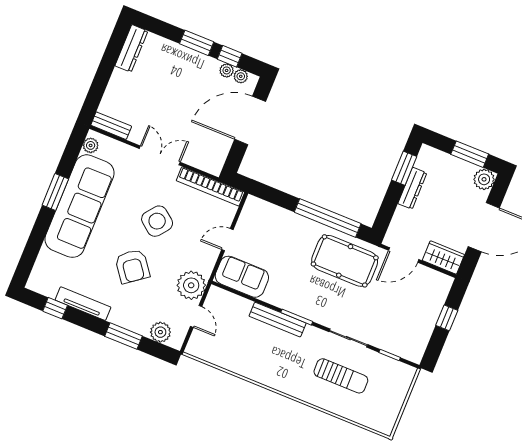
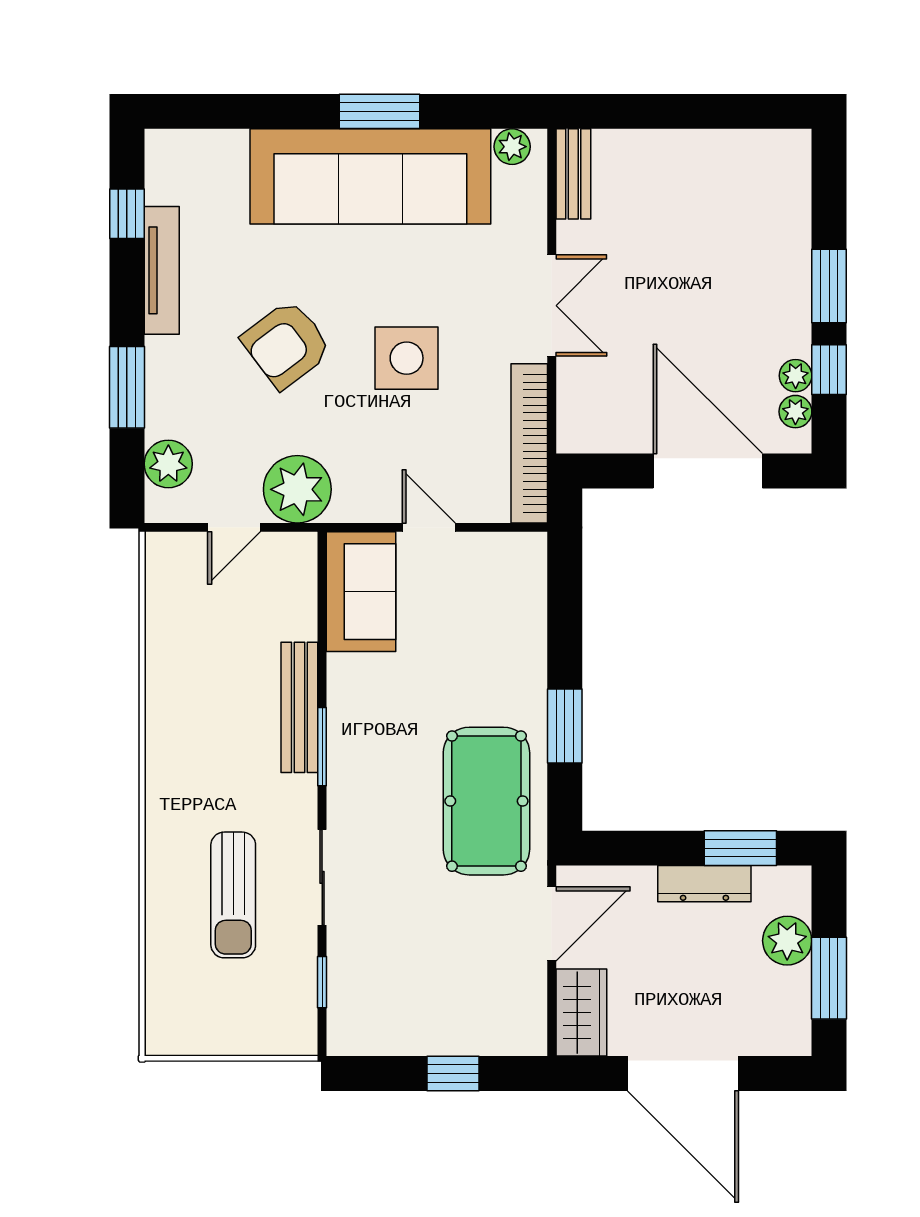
dresser: (131, 48) -> (759, 149), removed
plant: (484, 179) -> (787, 941), moved
window: (328, 218) -> (565, 726), width x0.47
side table: (157, 221) -> (407, 358), turned -38
door: (404, 255) -> (552, 924), swing flipped

